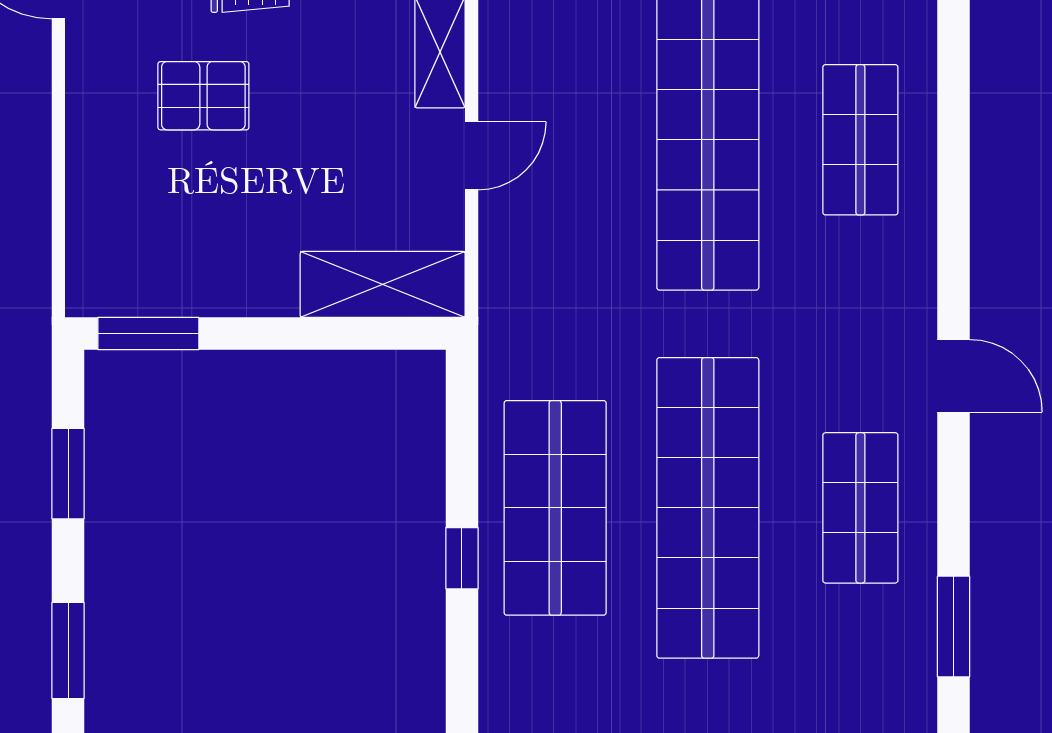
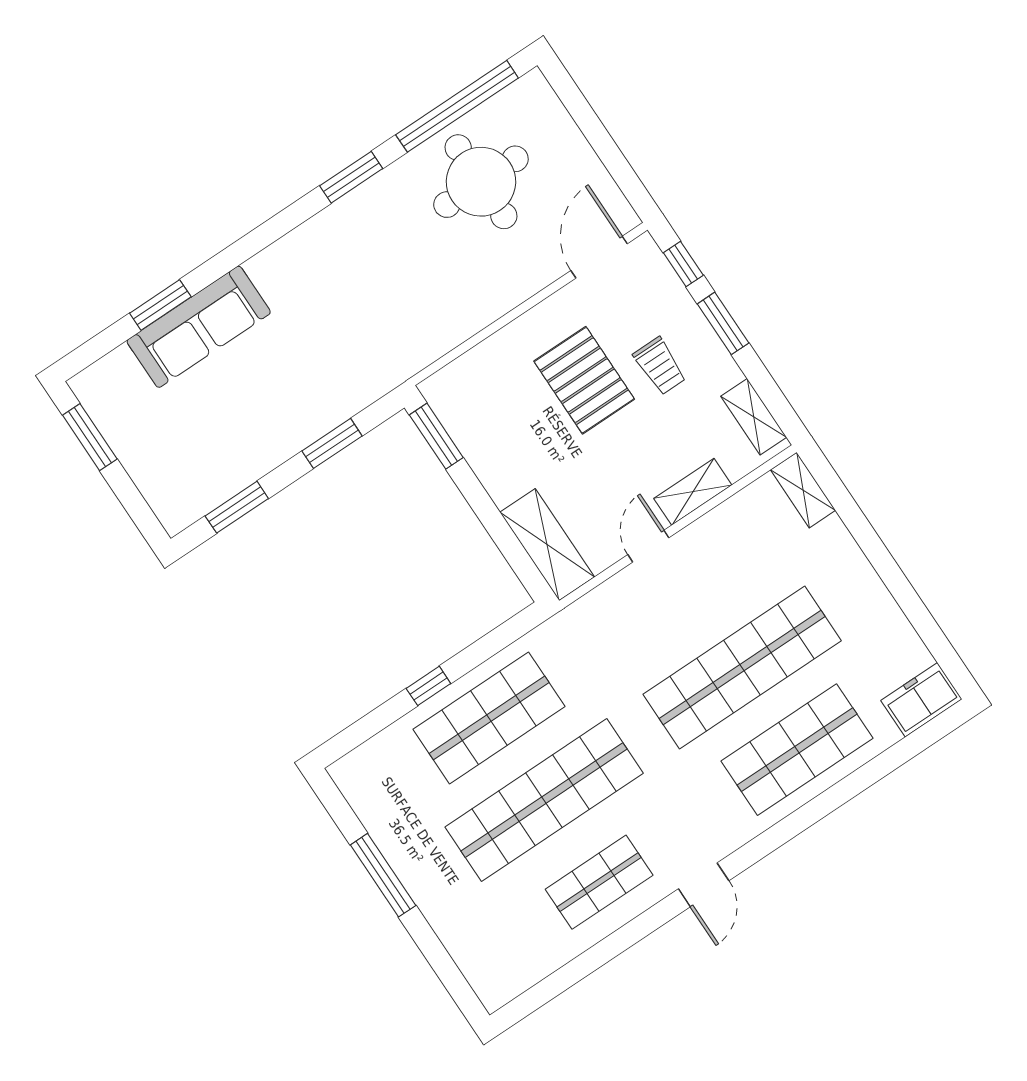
pallet: (203, 96) -> (584, 380), width x1.50, depth x1.42
shop shelf: (860, 140) -> (797, 750), width x1.43, depth x1.36
door: (472, 156) -> (648, 546), swing flipped
window: (954, 627) -> (569, 975), removed

